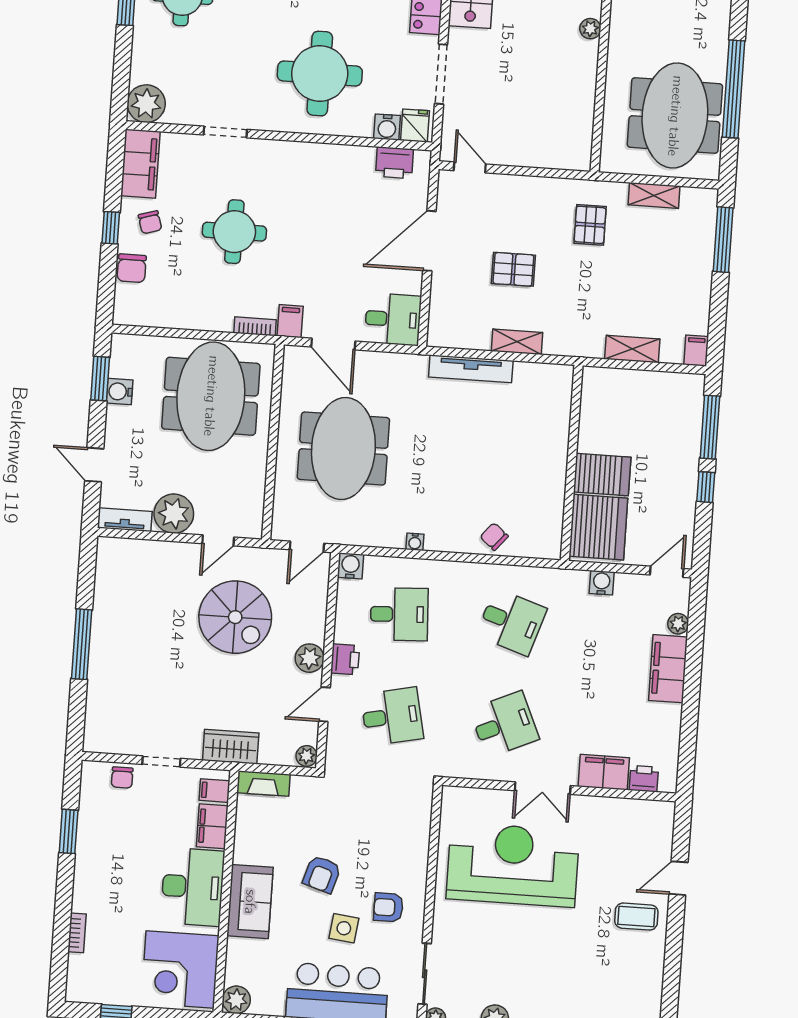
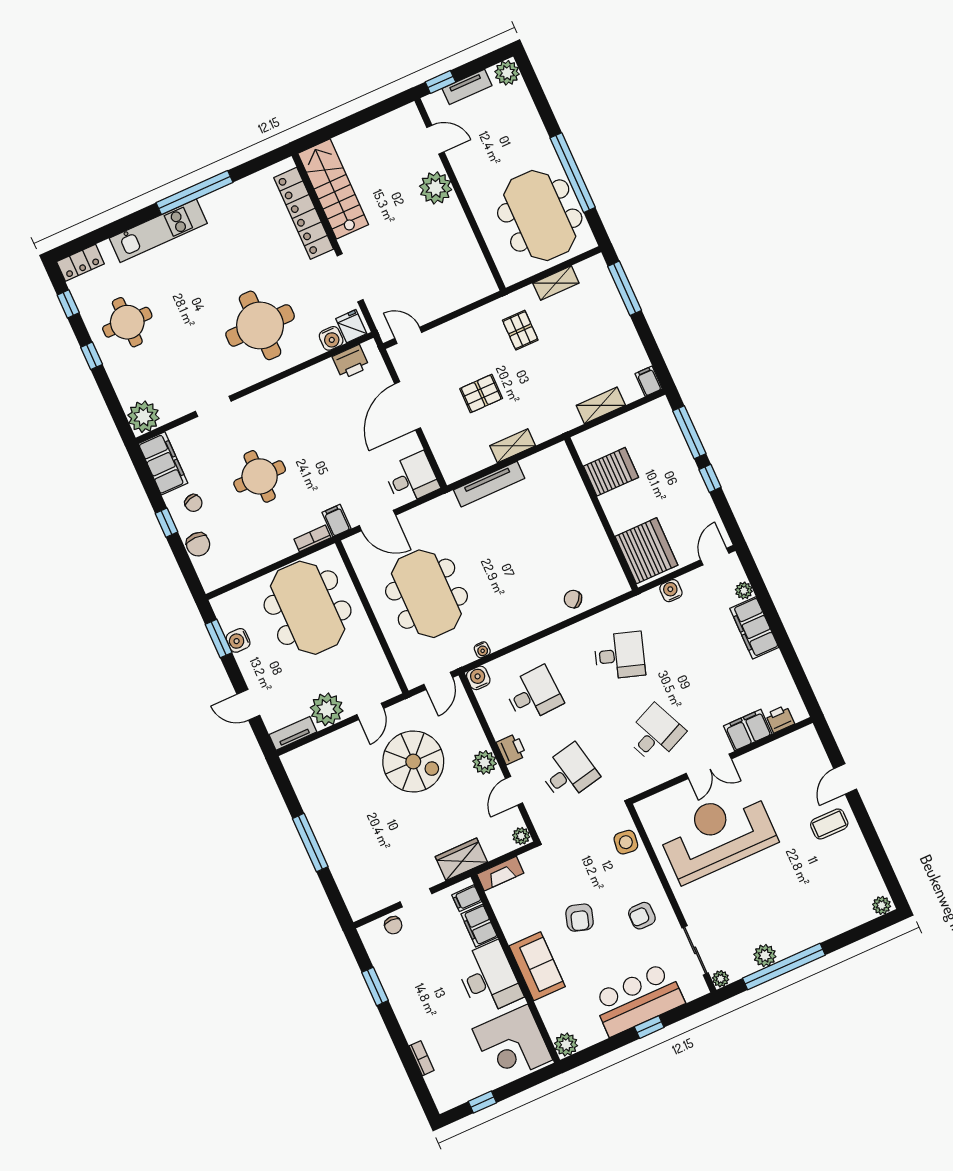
plant: (590, 29) -> (436, 188), width x1.88, depth x1.88
server rack: (602, 475) -> (611, 472), moved
water cooler: (415, 542) -> (482, 650), moved
side table: (344, 928) -> (626, 842), moved

